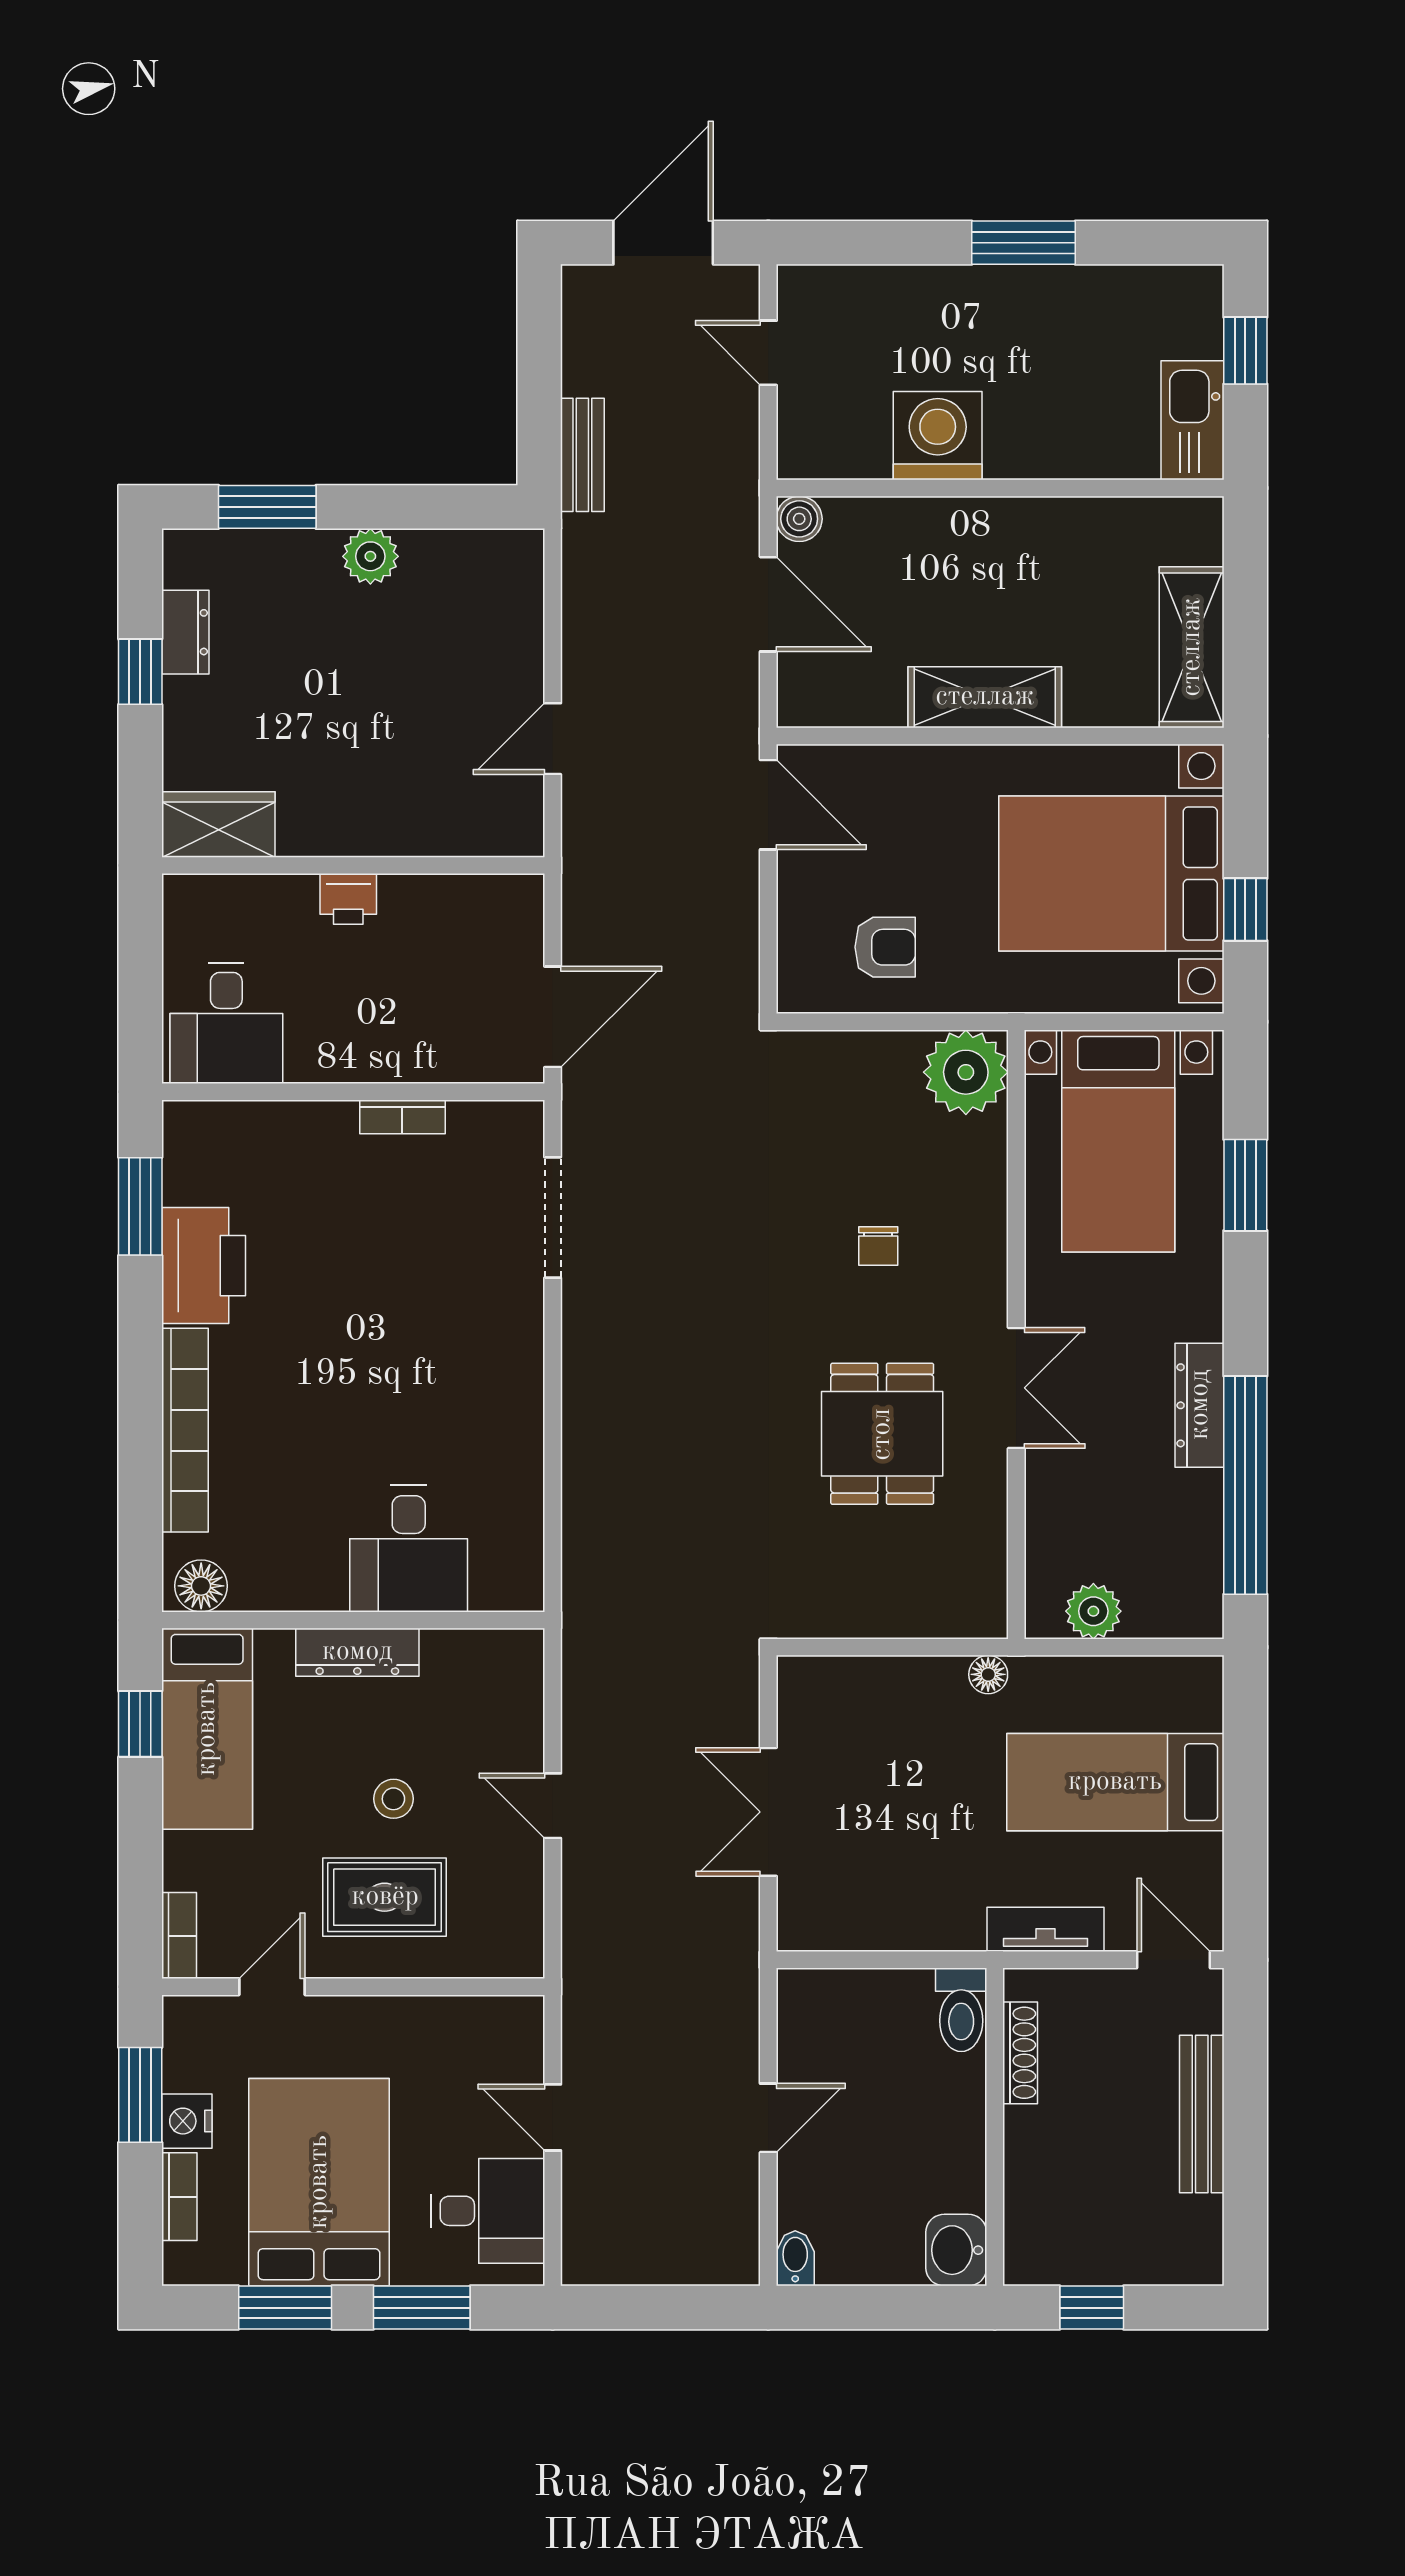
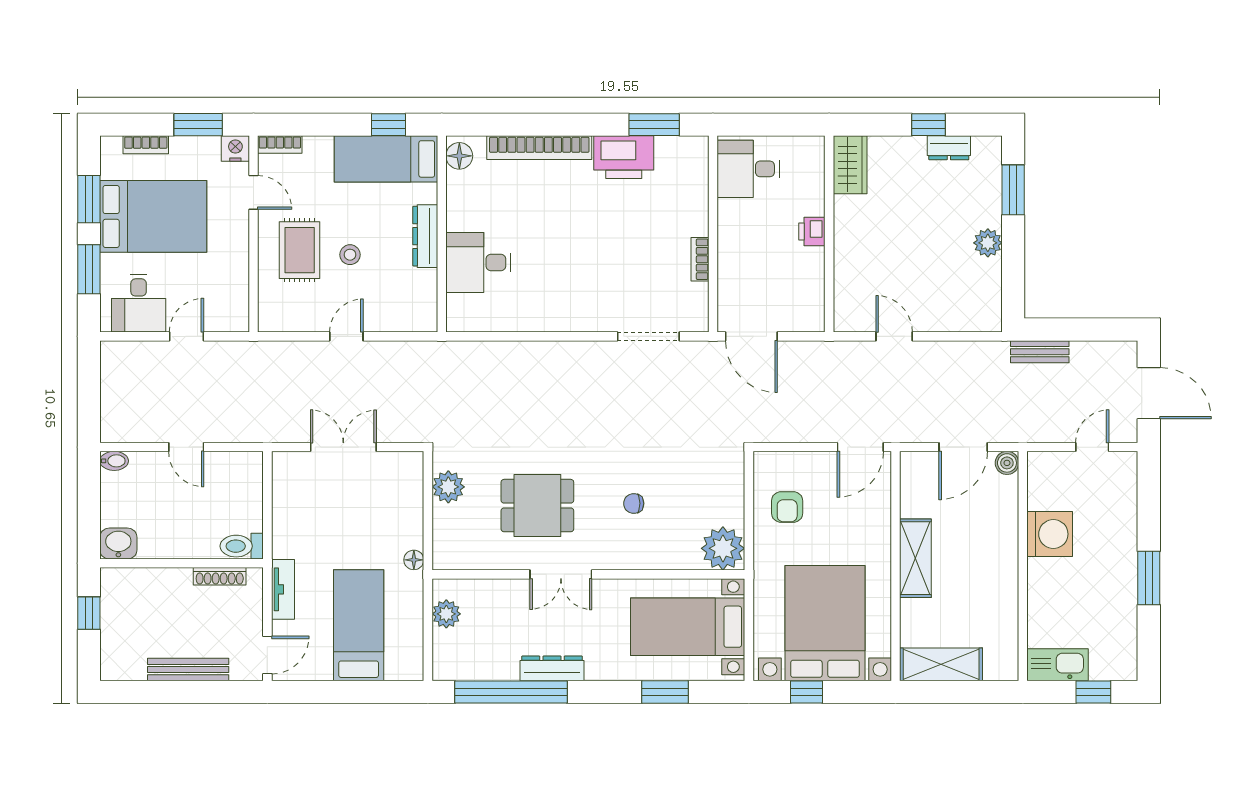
plant: (846, 1607) -> (448, 487), added
nightstand: (187, 2121) -> (235, 149), moved

